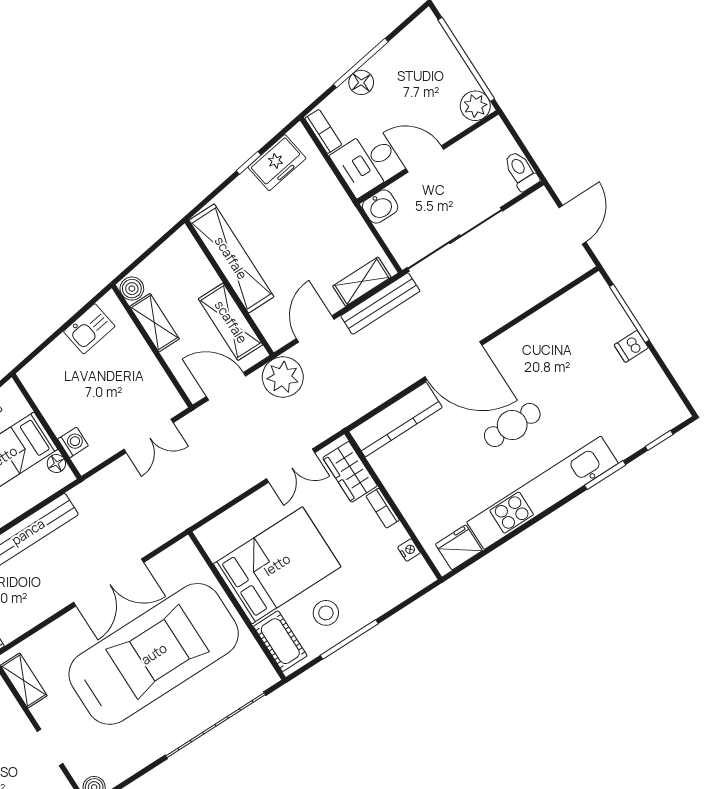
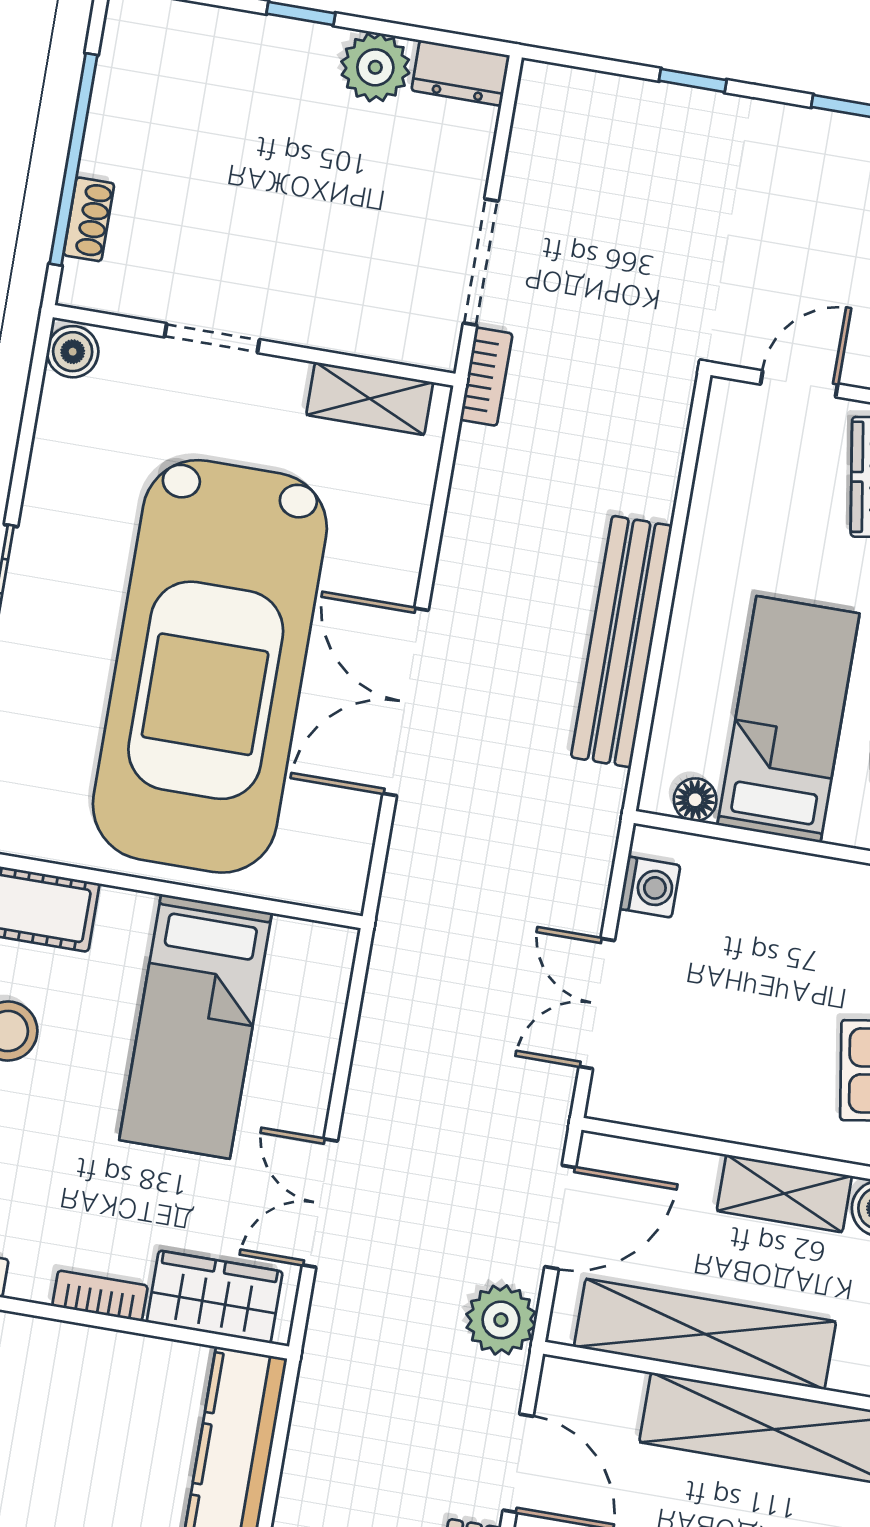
shelving: (231, 322) -> (705, 1334), width x1.47
plant: (283, 377) -> (501, 1320), width x0.73, depth x0.73
washing machine: (73, 442) -> (650, 887), moved, turned -90
bed: (277, 565) -> (195, 1026), width x0.67

